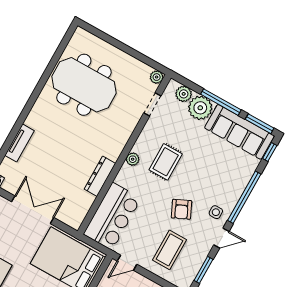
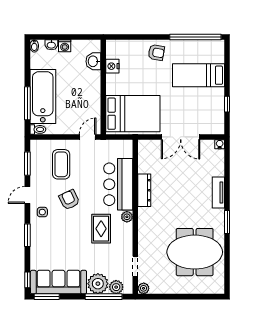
window: (34, 97) -> (227, 222), added
window: (221, 102) -> (104, 297), moved
tv unit: (20, 143) -> (218, 192), moved
window: (244, 197) -> (27, 235), width x0.47
bar counter: (112, 216) -> (118, 184), moved

